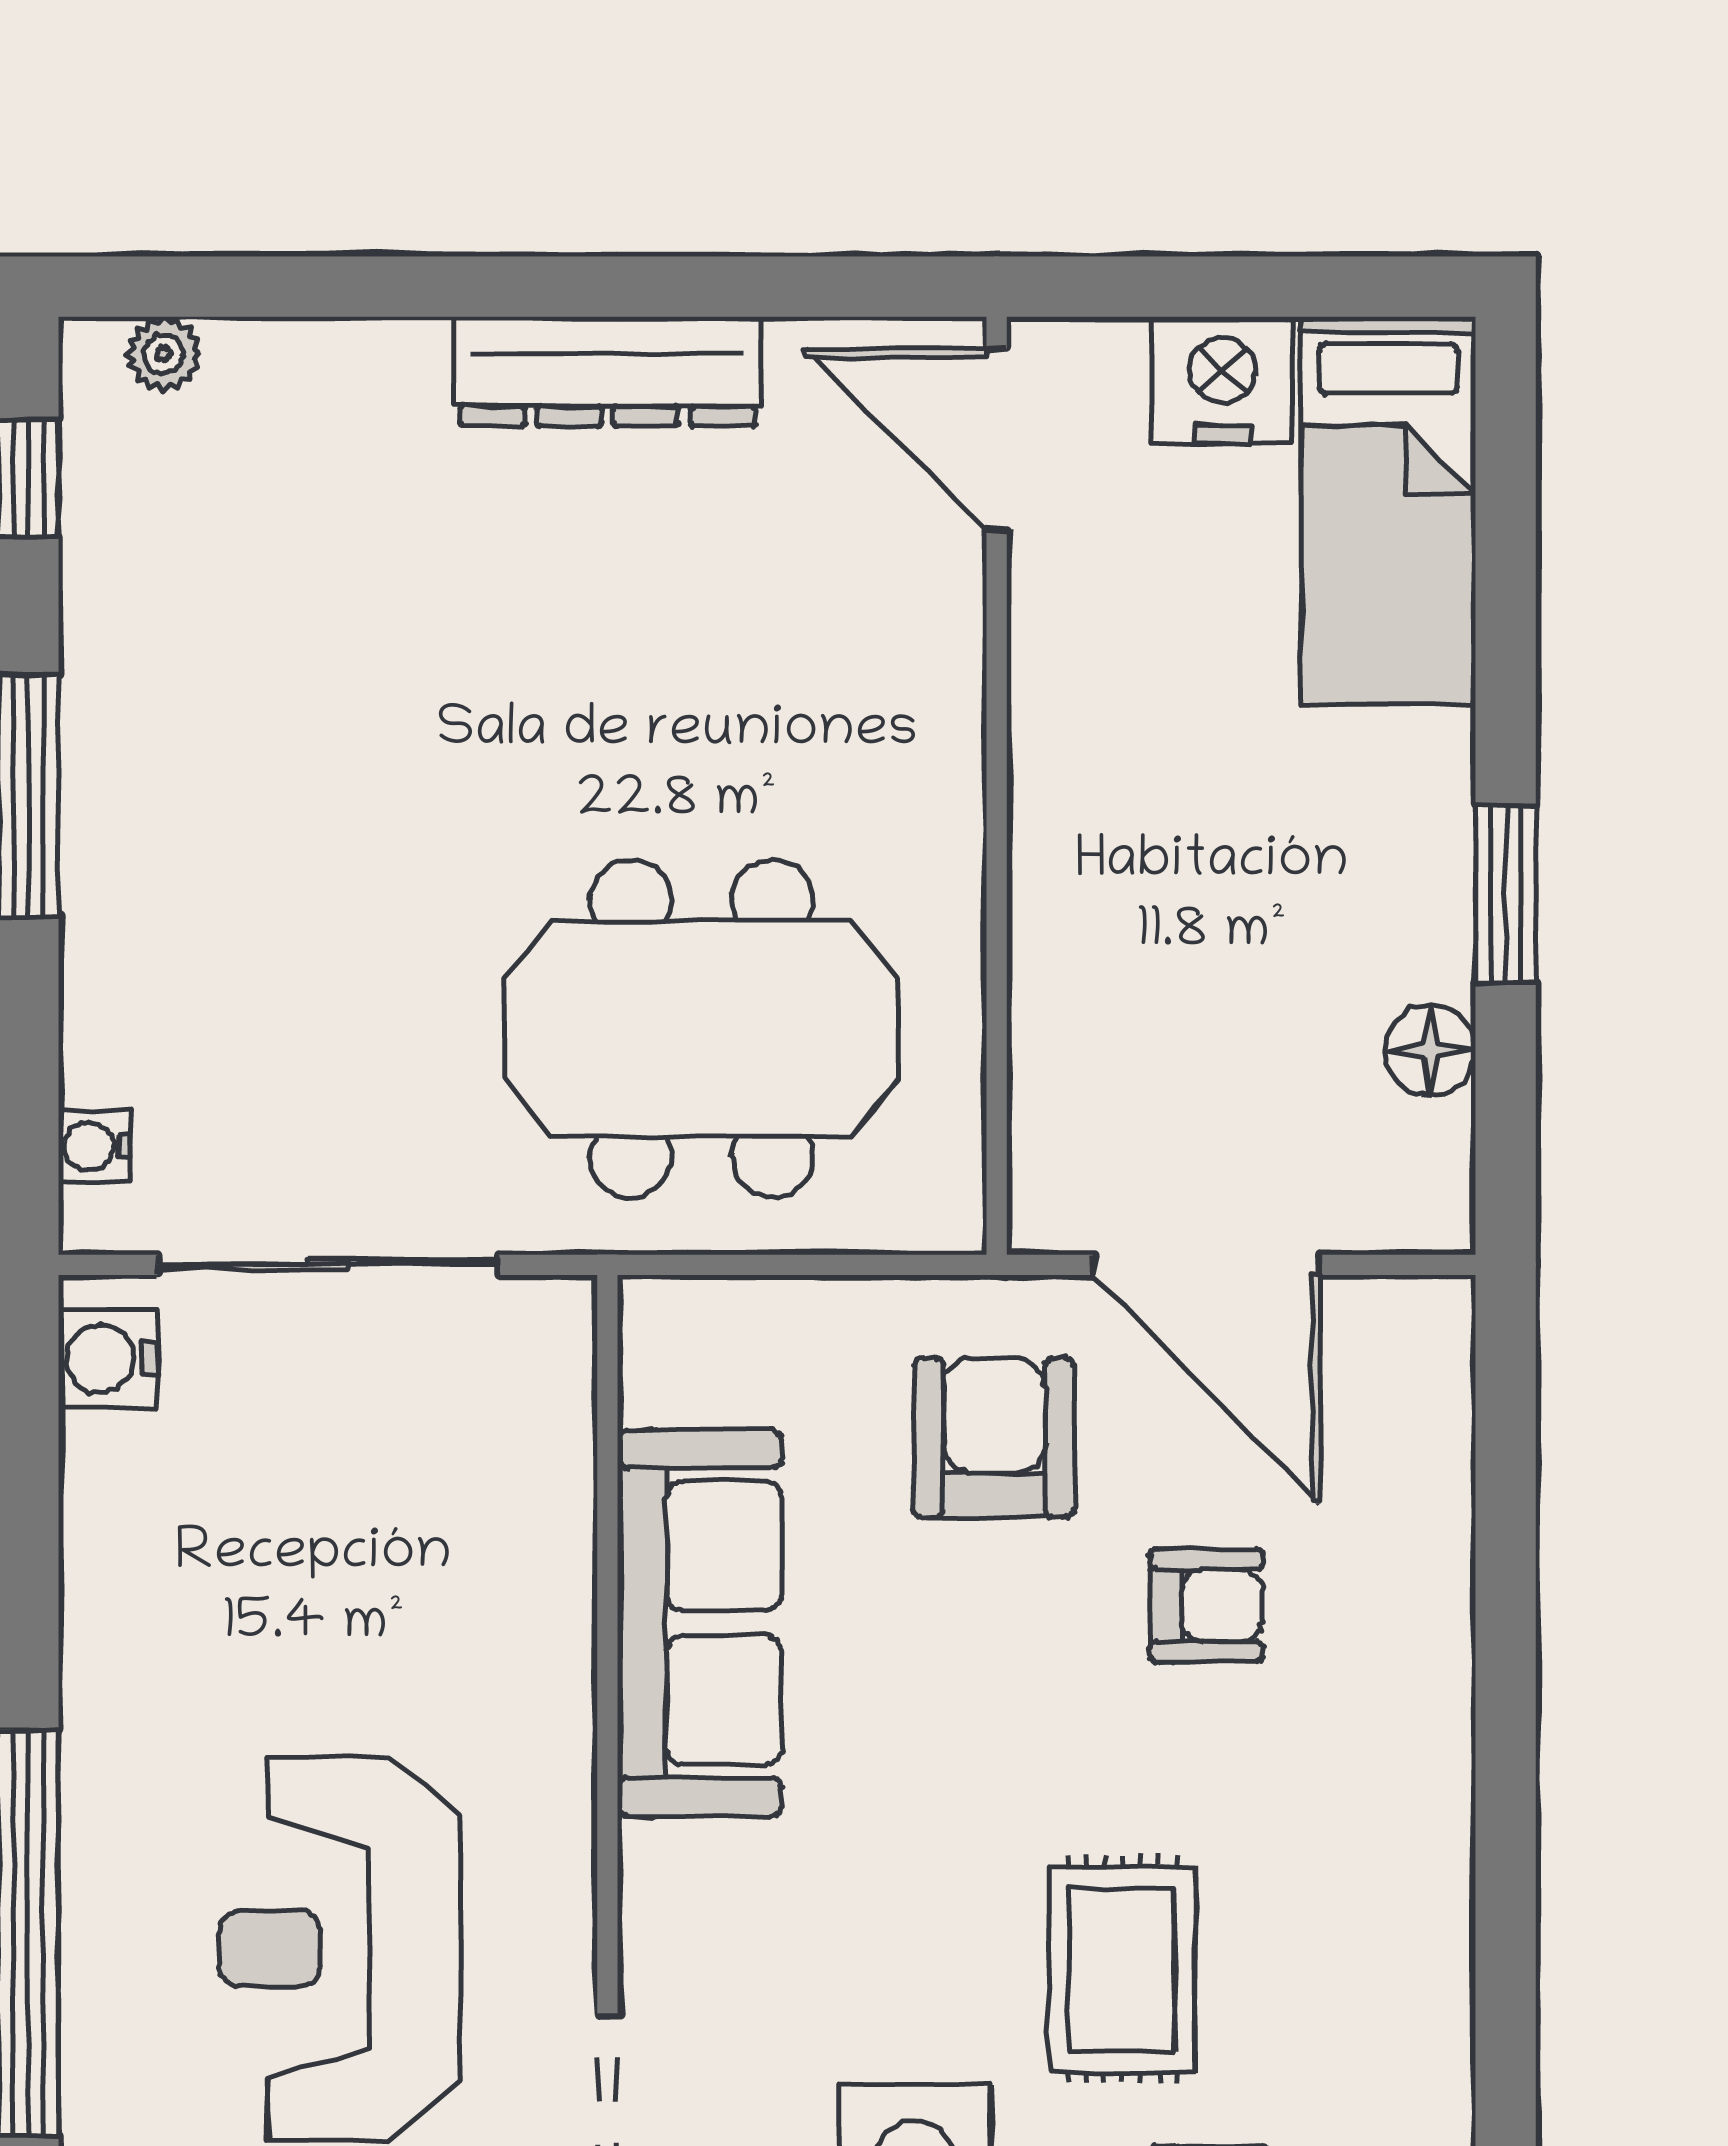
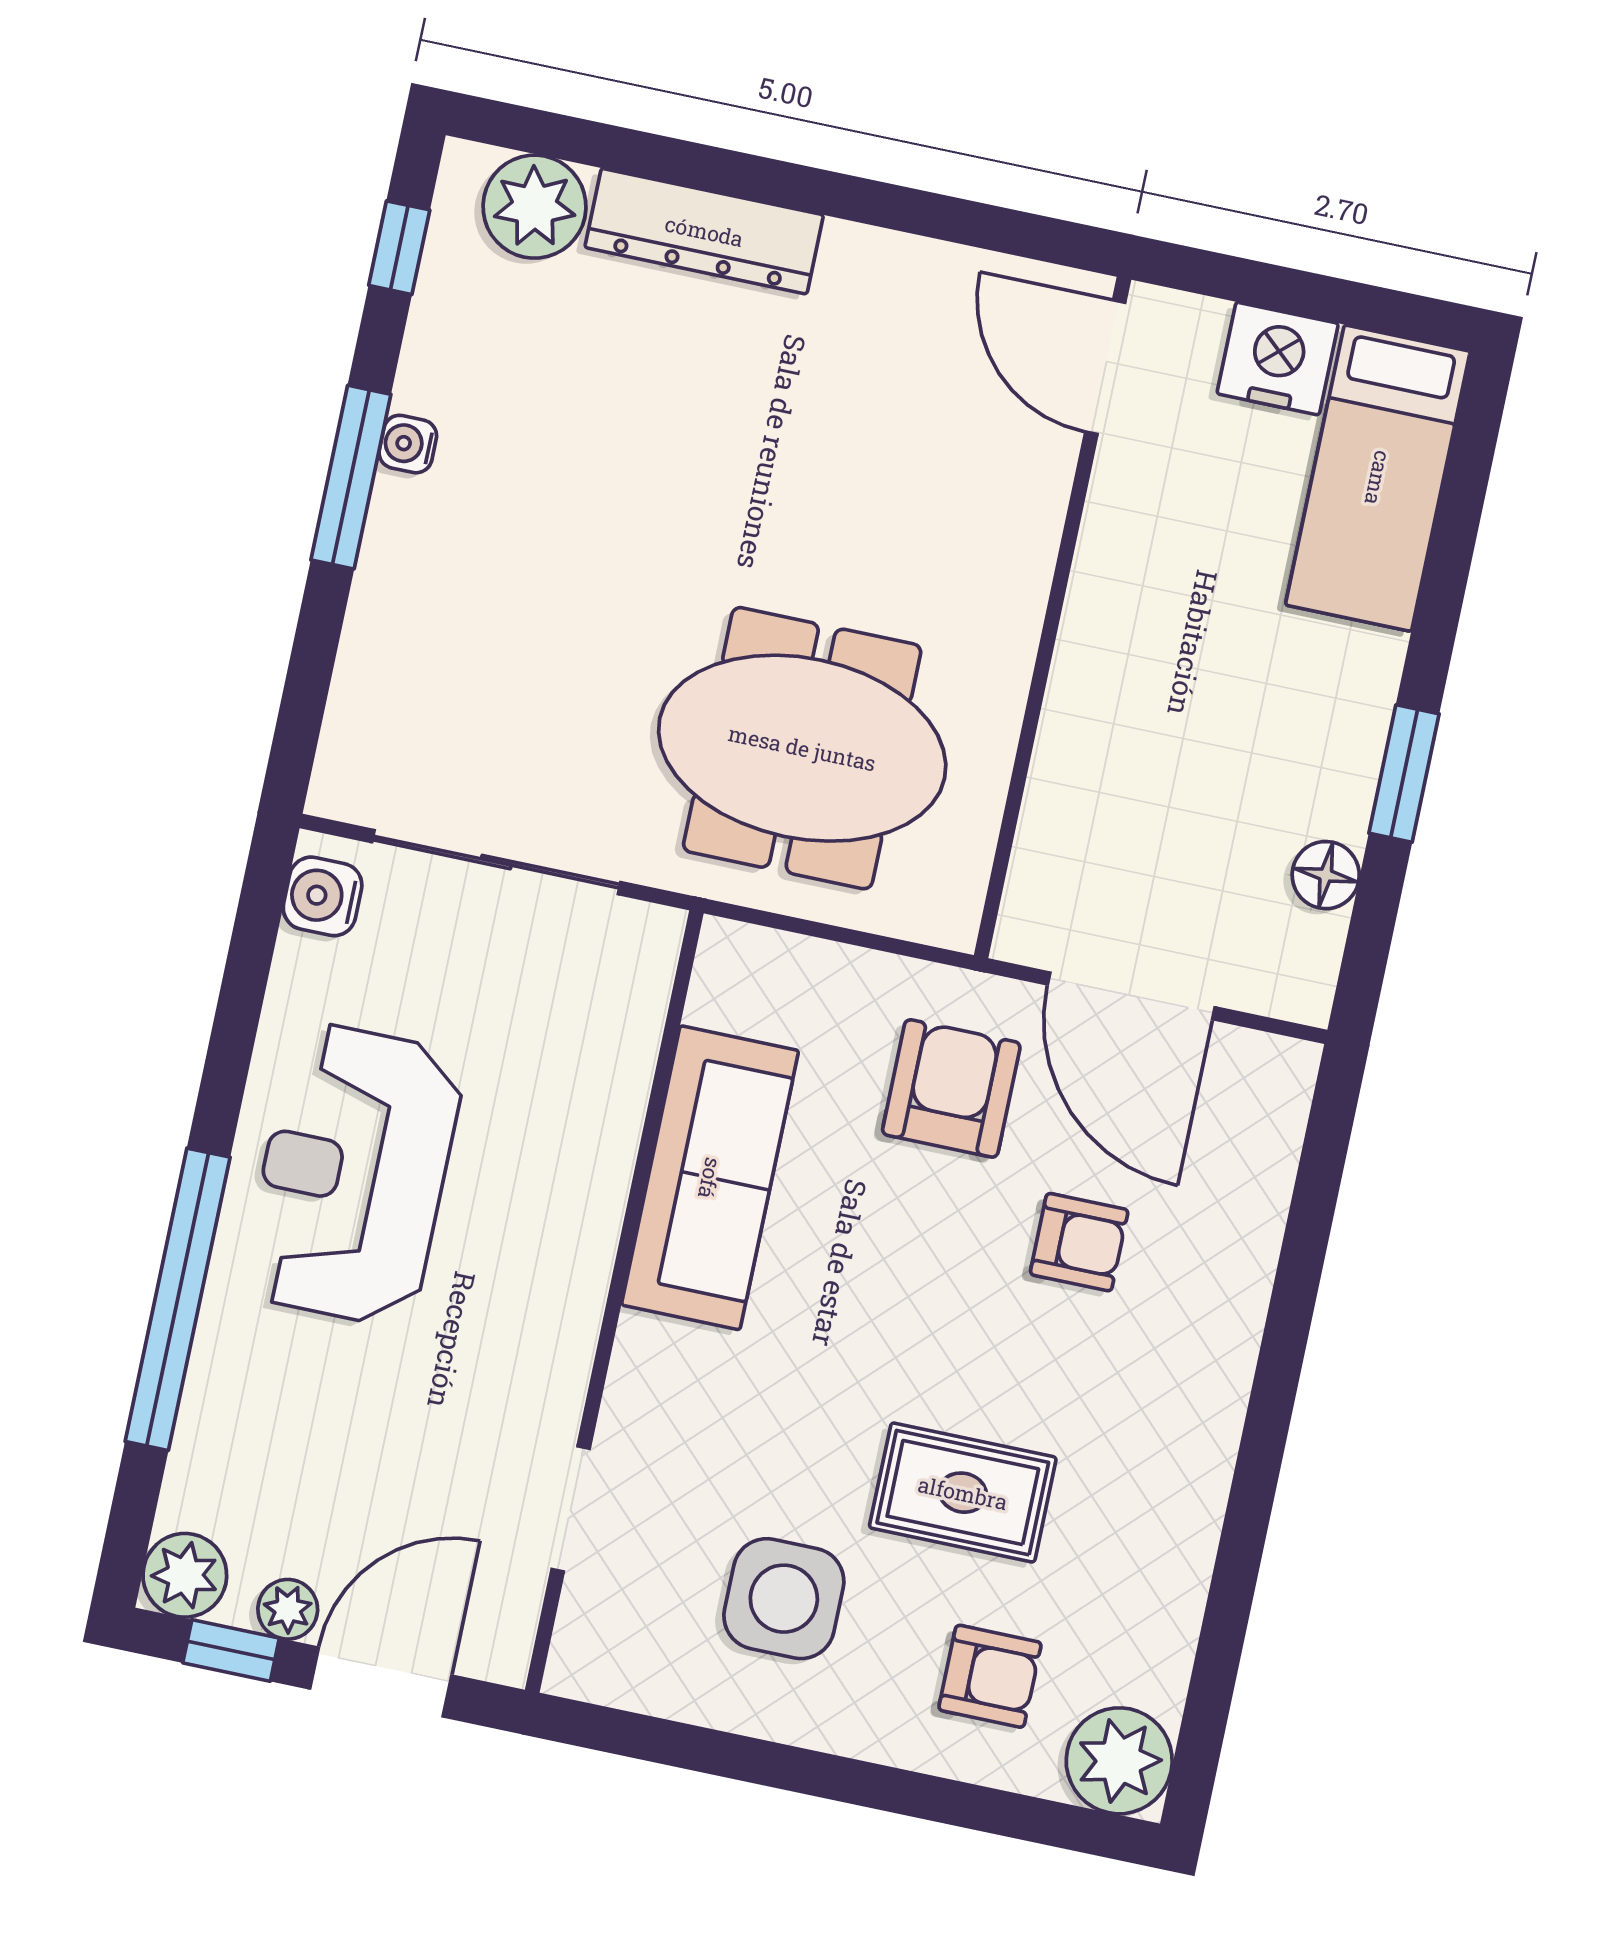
plant: (164, 354) -> (535, 207), width x1.88, depth x1.88
dresser: (608, 371) -> (704, 231), moved
water cooler: (95, 1146) -> (408, 444), moved
reception desk: (340, 1948) -> (353, 1174), moved
rug: (1122, 1970) -> (963, 1493), turned 90

